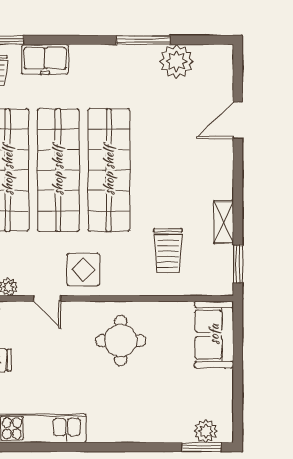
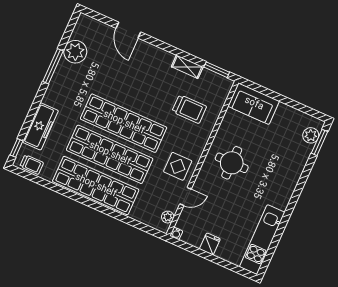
freezer: (45, 59) -> (40, 126), width x1.40

